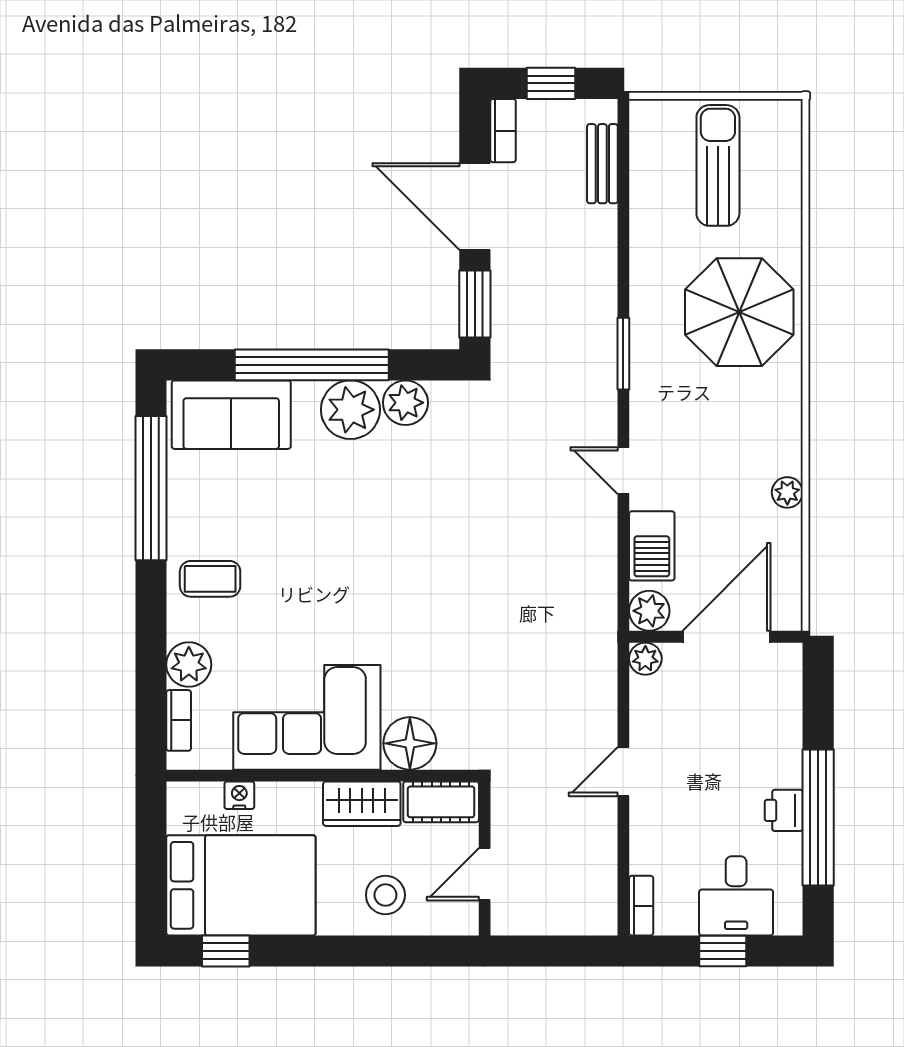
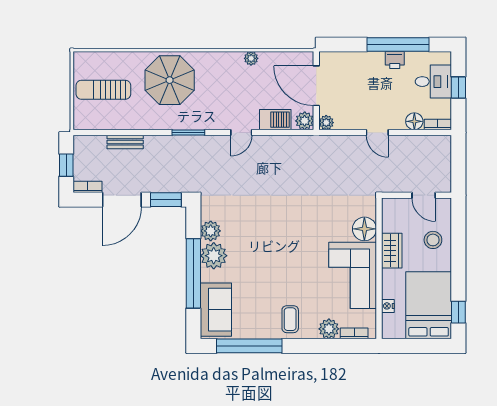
bench: (602, 164) -> (125, 142), moved
cot: (441, 802) -> (391, 215), removed
floor lamp: (648, 854) -> (414, 121), added

